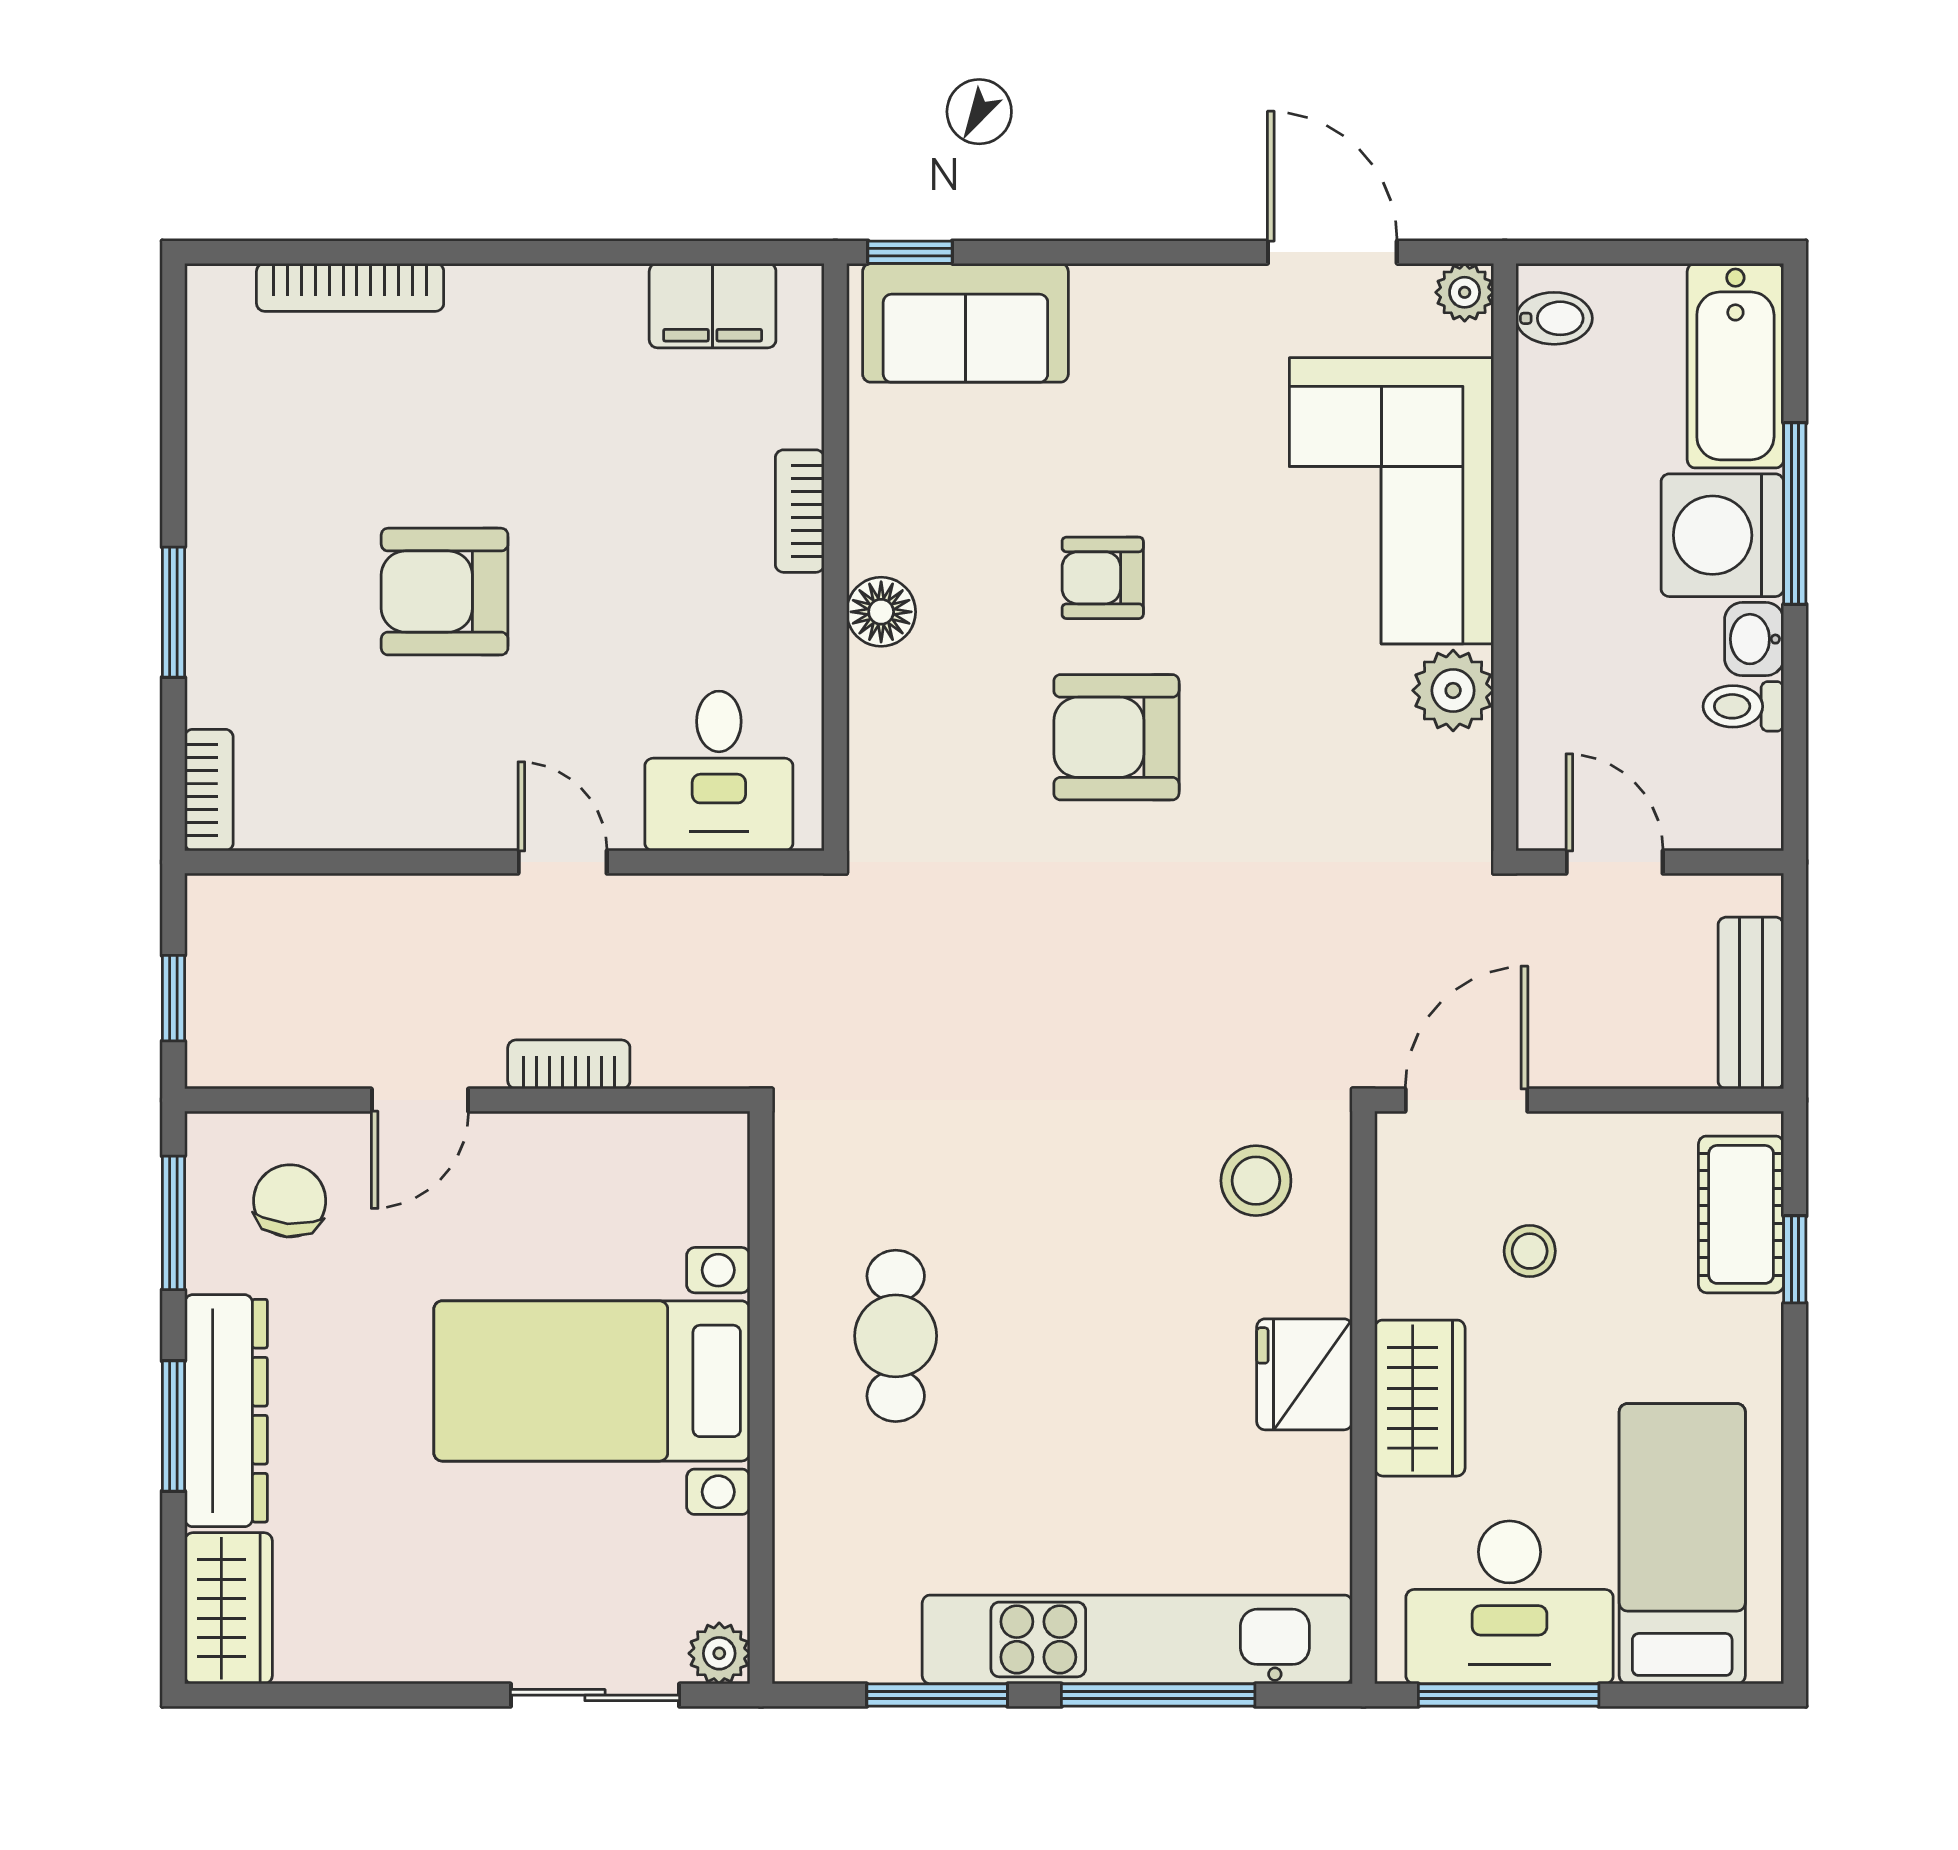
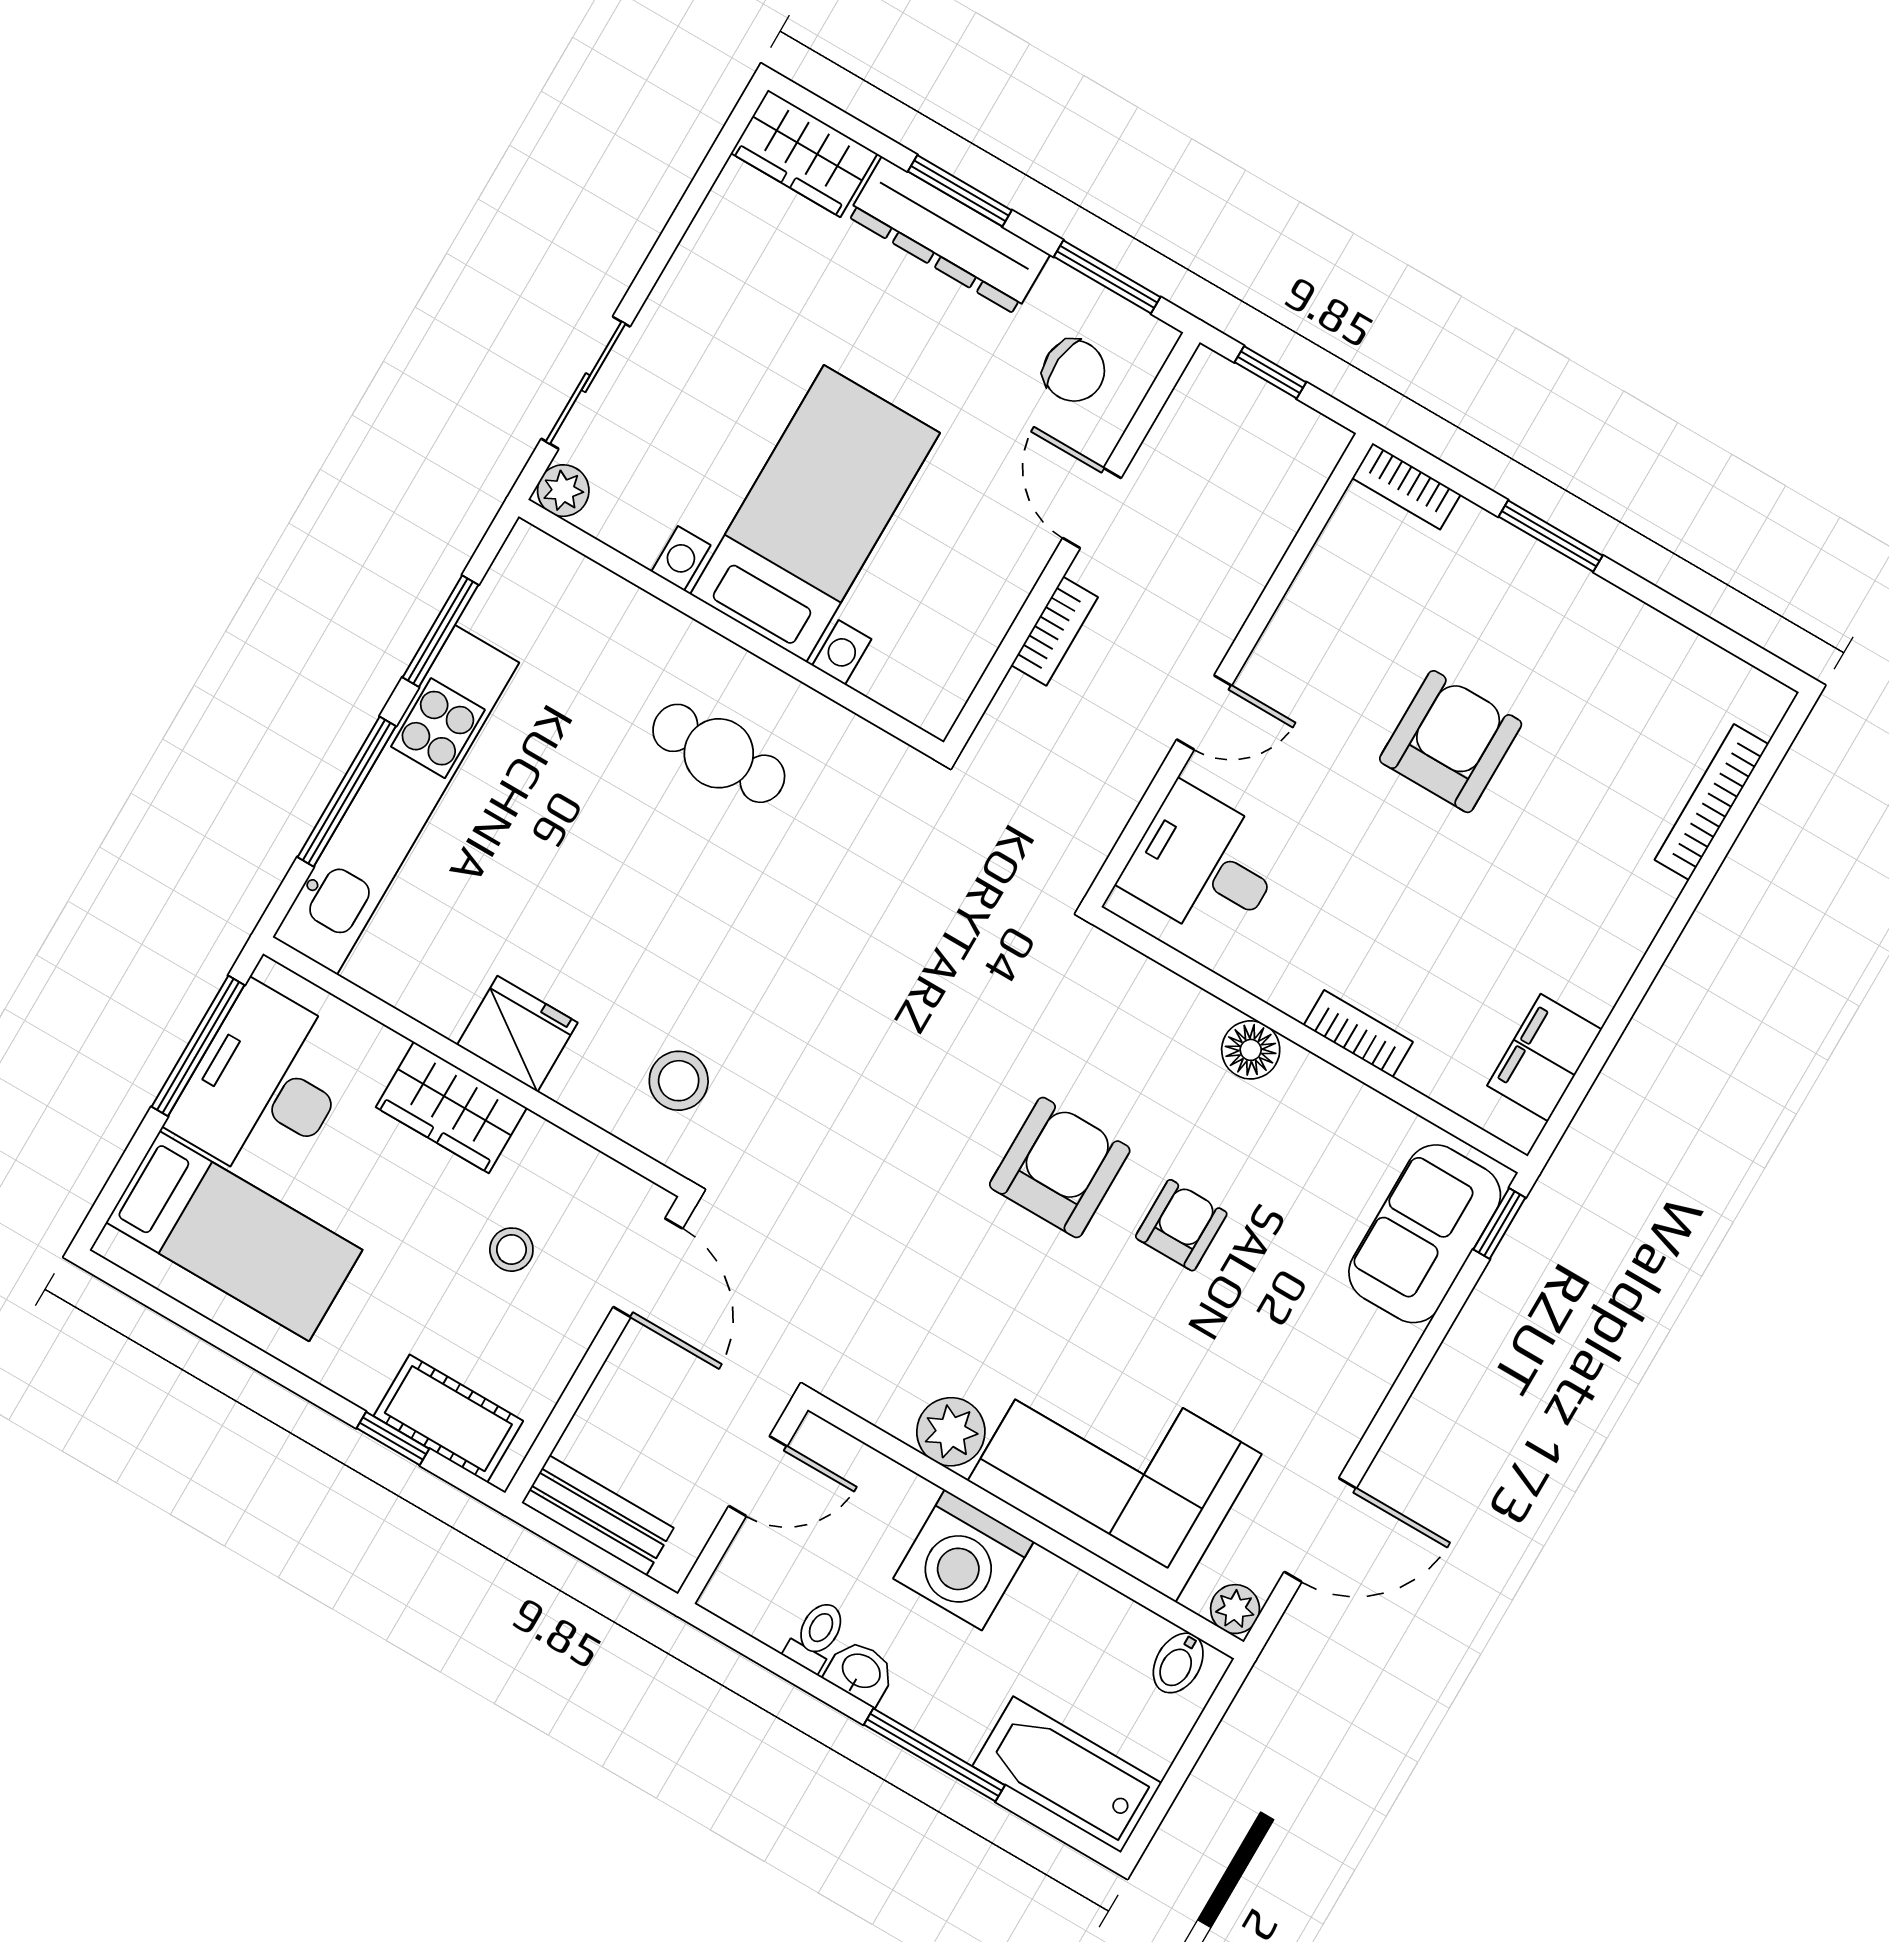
washing machine: (1722, 535) -> (963, 1560), moved, turned 180

